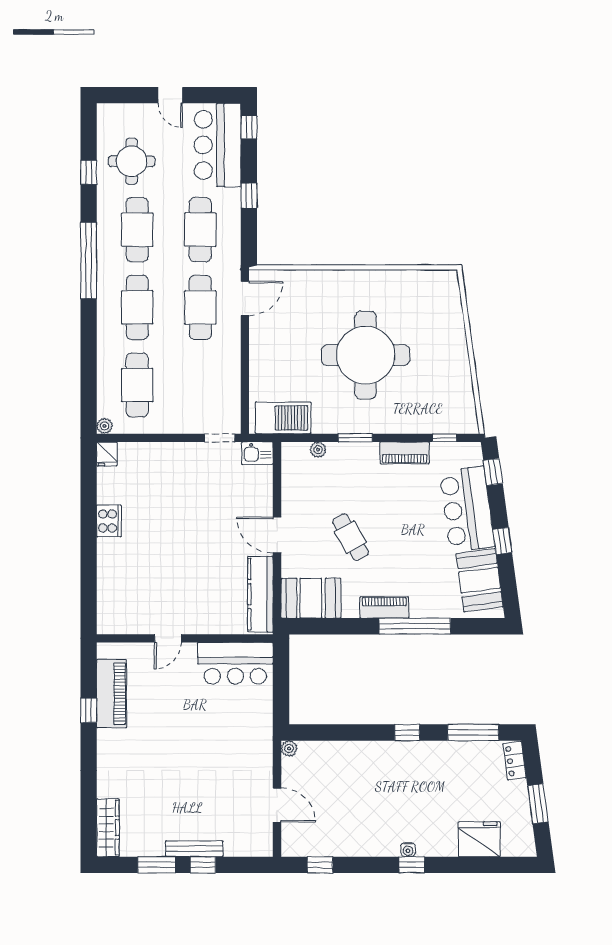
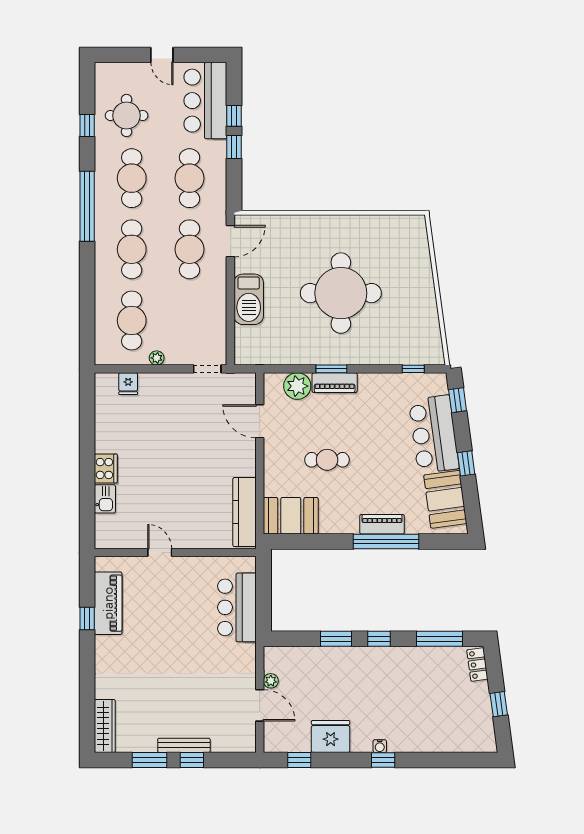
window: (249, 127) -> (234, 116), moved
barbecue: (283, 418) -> (249, 299), moved, turned 90
plant: (105, 426) -> (157, 358), moved
plant: (318, 450) -> (297, 386), width x1.88, depth x1.88
kitchen sink: (257, 453) -> (105, 499), moved, turned -90
piano: (405, 453) -> (335, 383), moved
fridge: (107, 454) -> (128, 384), moved
cooker: (109, 521) -> (106, 468), moved
door: (277, 535) -> (260, 421), moved
cafe table: (350, 537) -> (327, 460), turned -60
piano: (384, 607) -> (382, 524), moved
door: (168, 638) -> (160, 553), swing flipped
bar counter: (235, 663) -> (237, 607), moved, turned 90
window: (360, 732) -> (336, 639), added
plant: (289, 749) -> (271, 681), moved
window: (538, 804) -> (499, 704), width x0.67
fridge: (479, 839) -> (331, 736), moved

